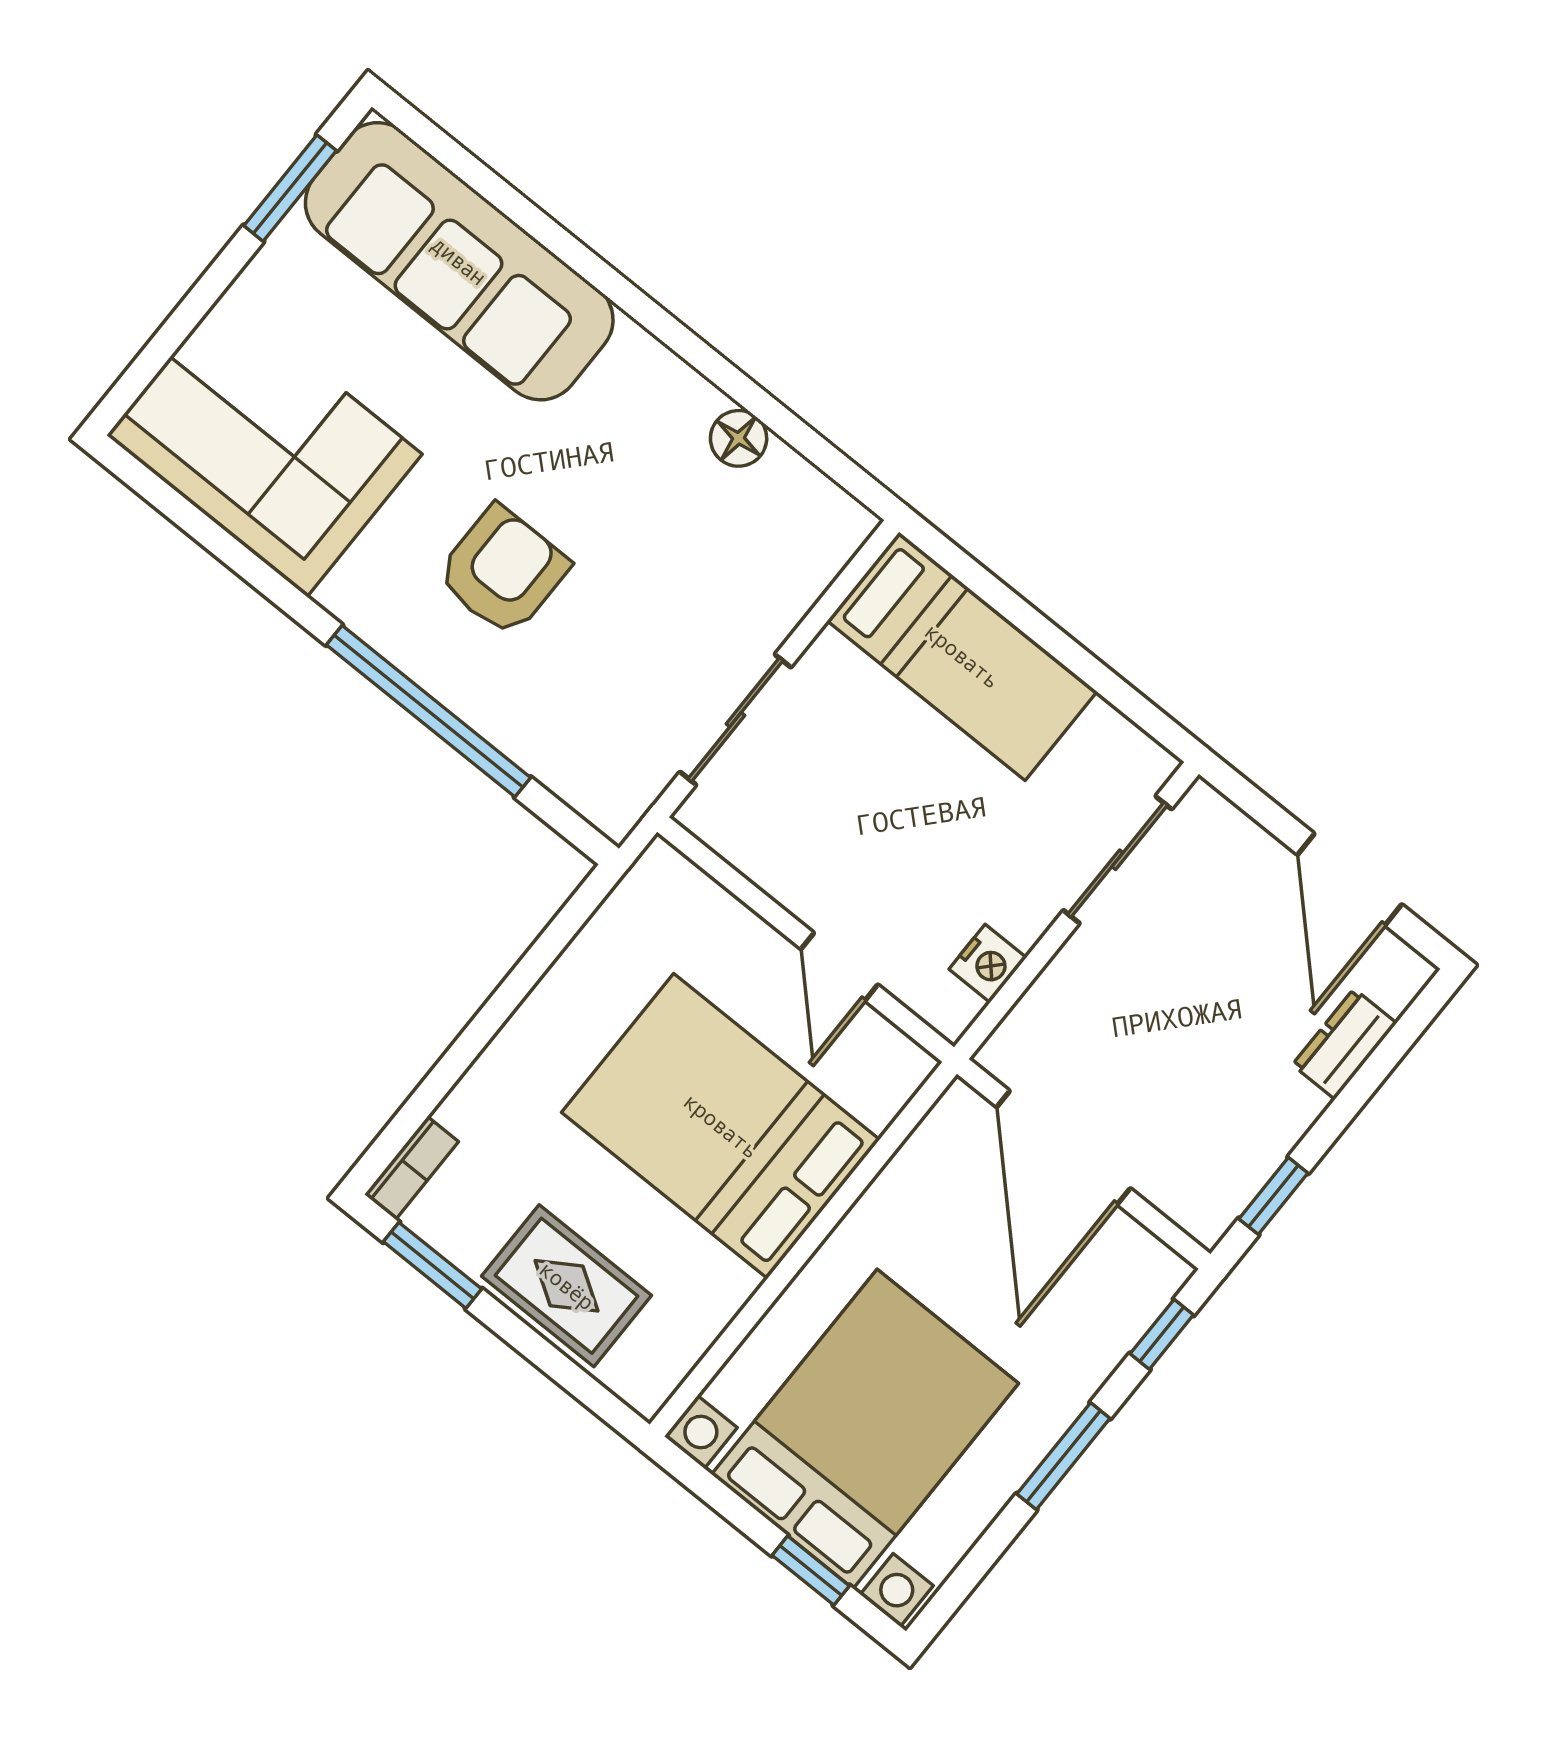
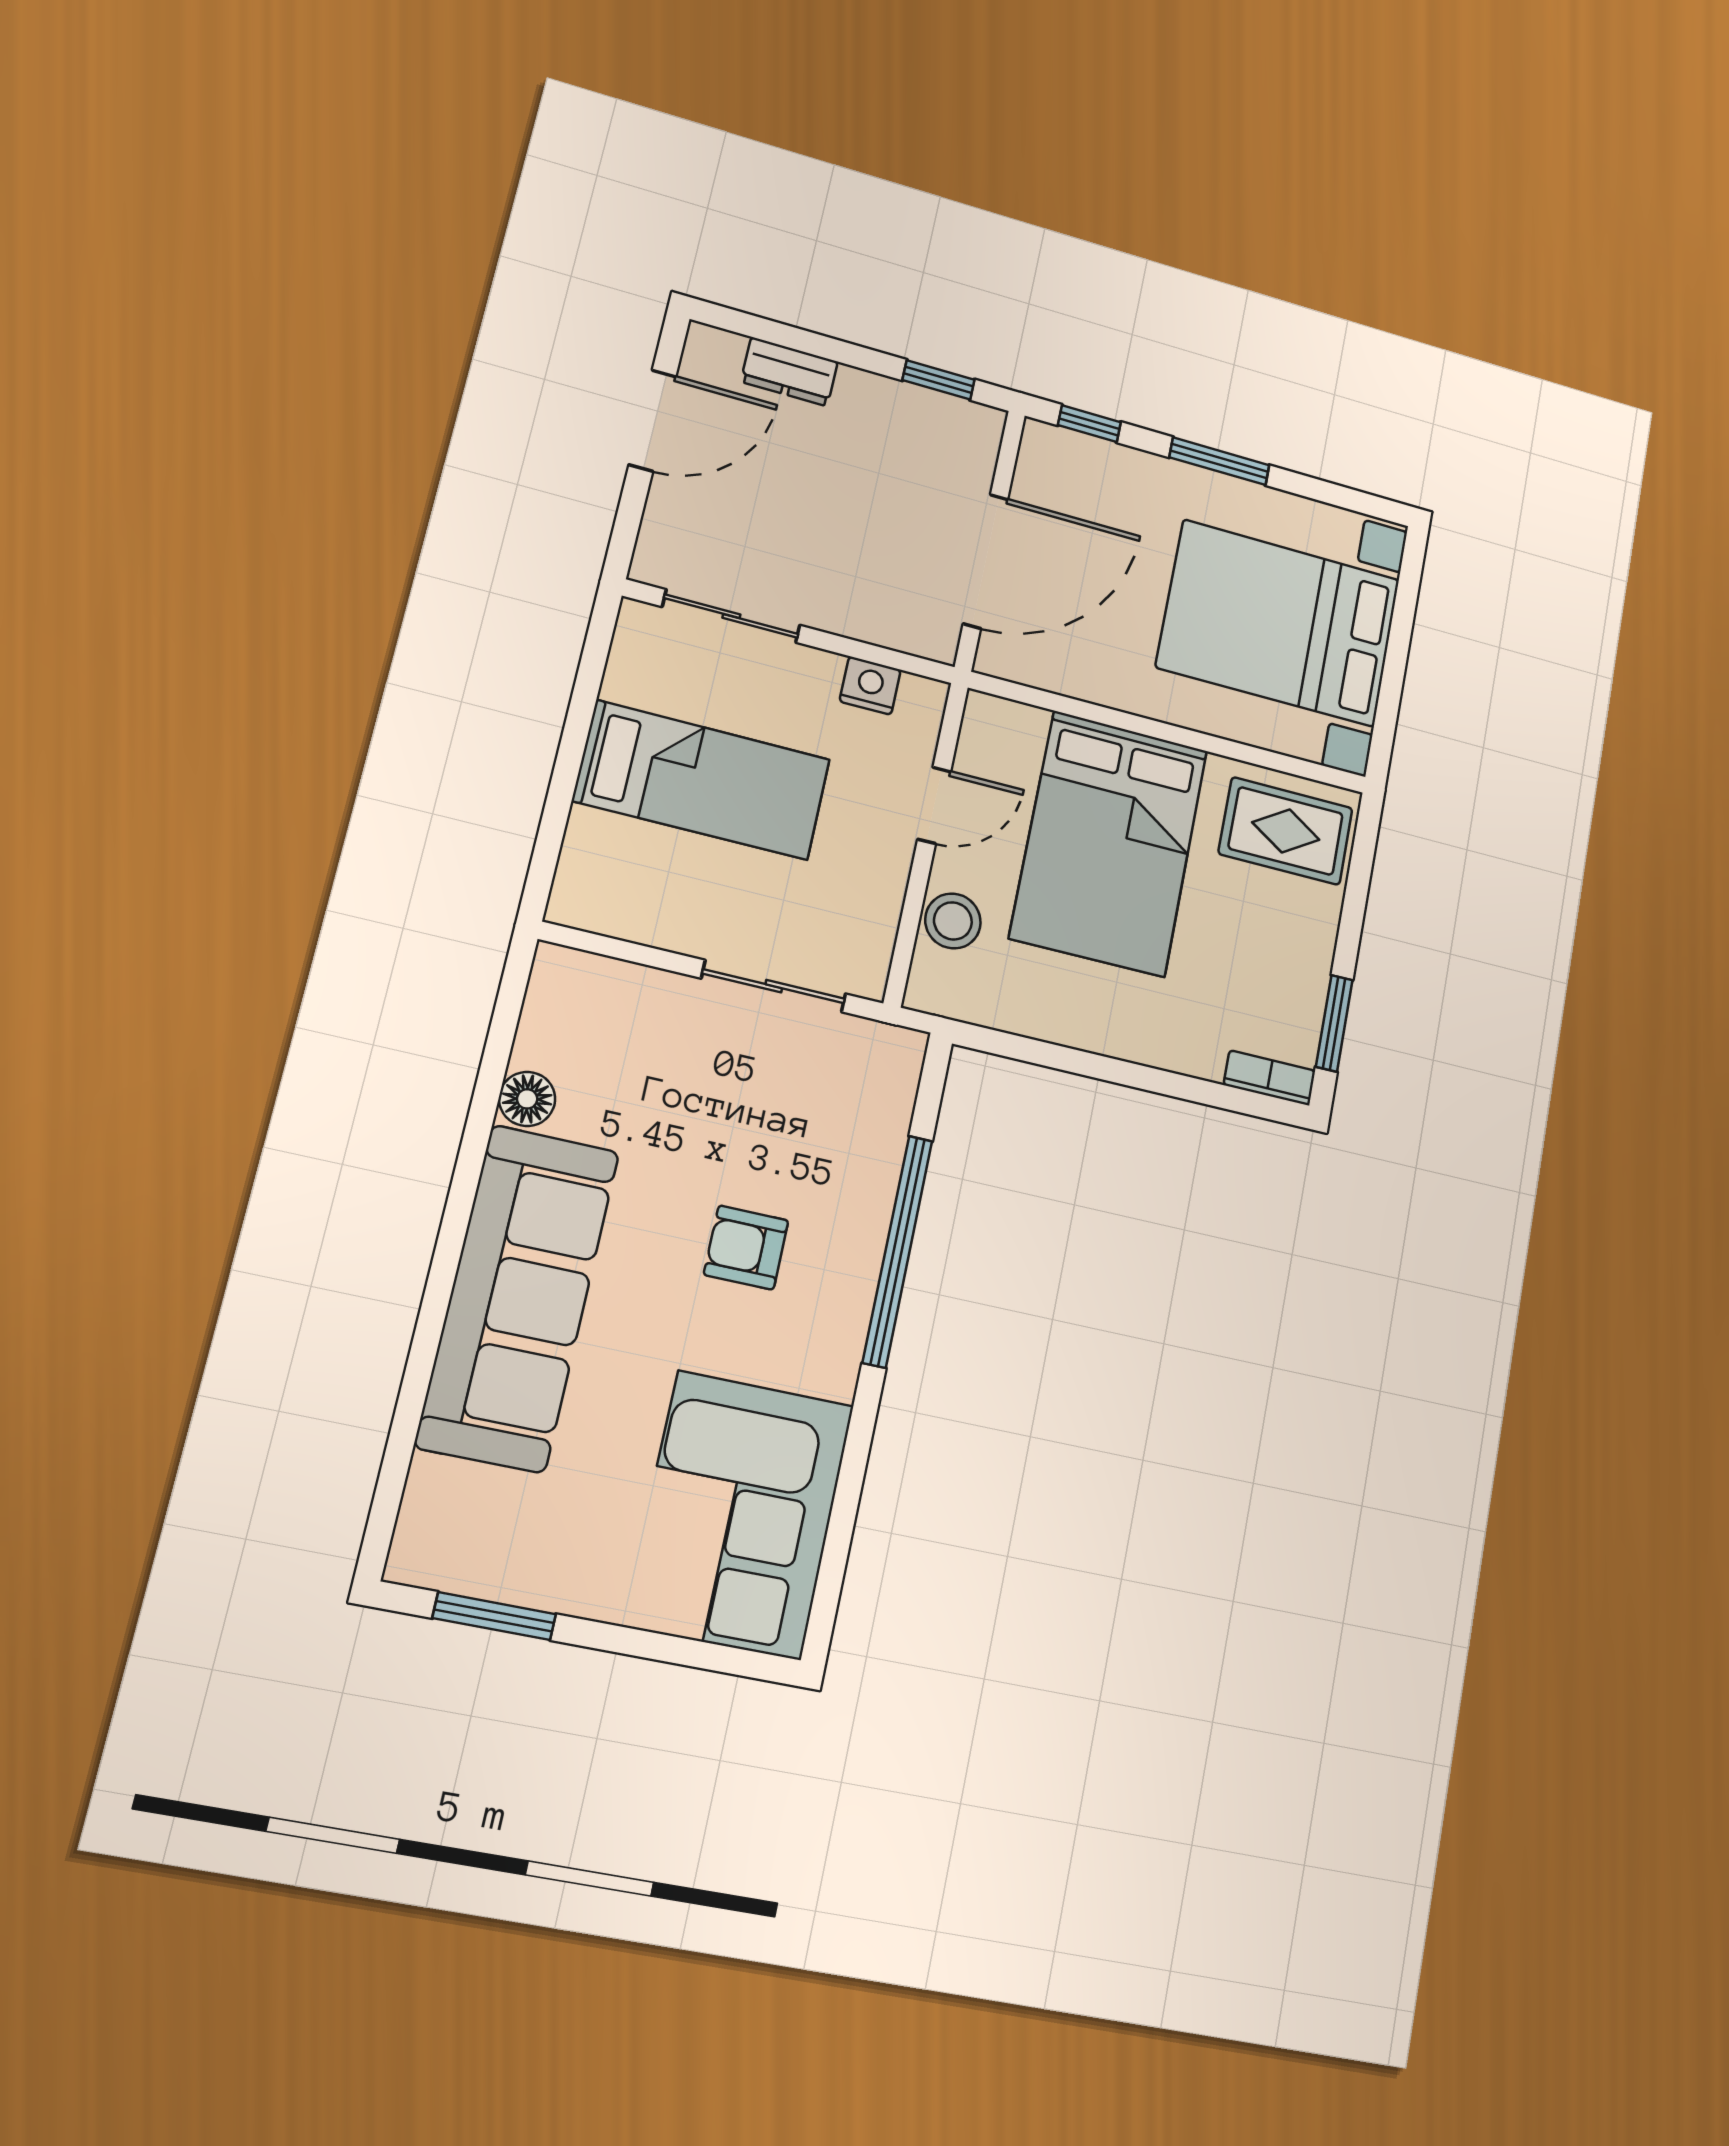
sofa: (459, 261) -> (518, 1297), moved
armchair: (503, 571) -> (746, 1248), width x0.72, depth x0.72
bed: (962, 656) -> (702, 780), moved, turned 90
stool: (717, 927) -> (953, 921), added
rug: (567, 1286) -> (1286, 831), moved, turned 90
window: (811, 1571) -> (1403, 618), removed

